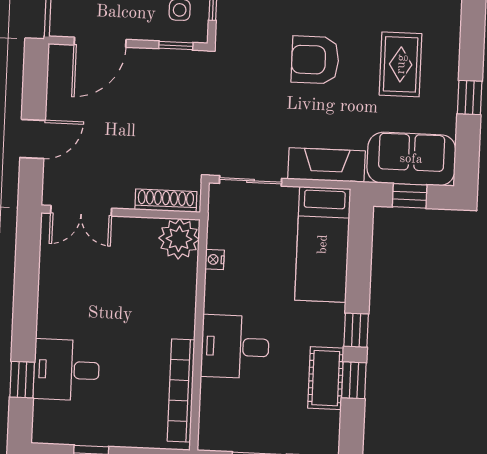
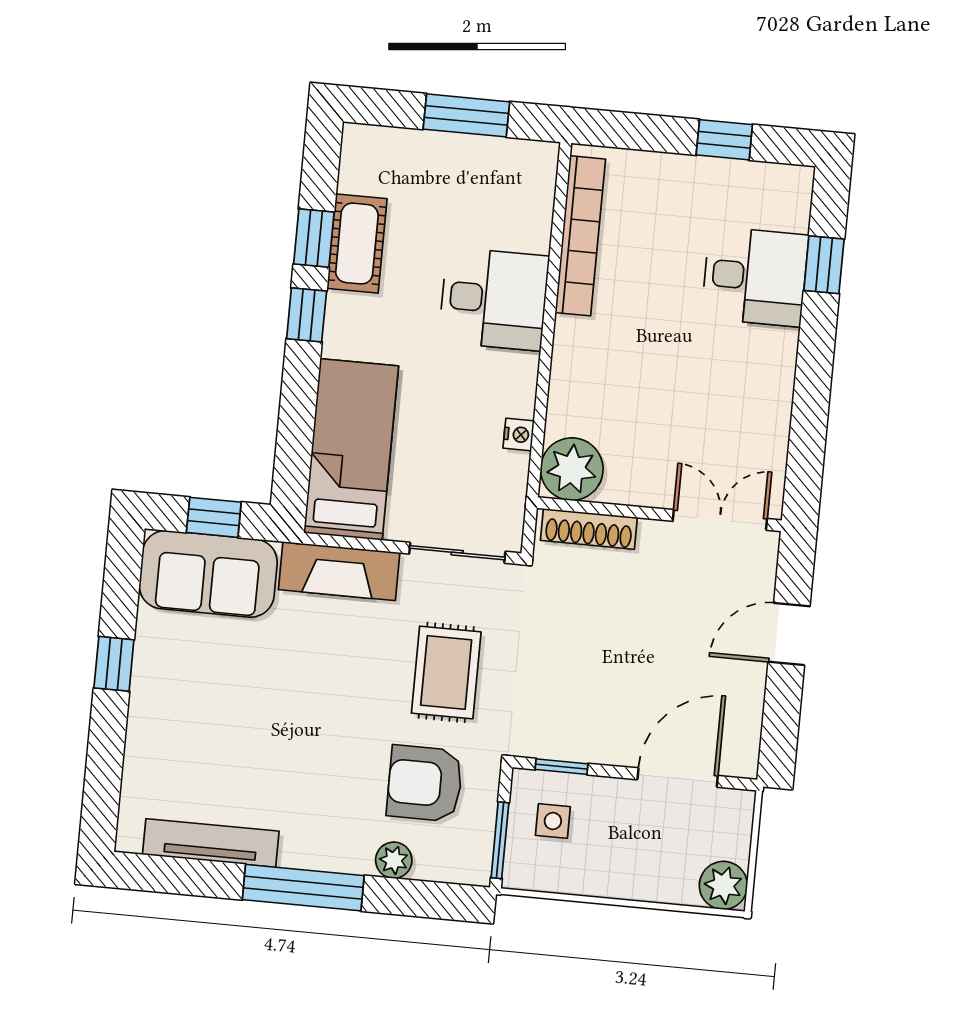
armchair: (315, 60) -> (425, 783), moved, turned 180
rug: (401, 64) -> (446, 672), moved

